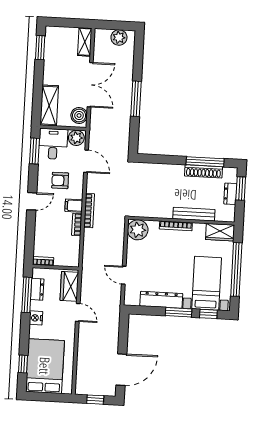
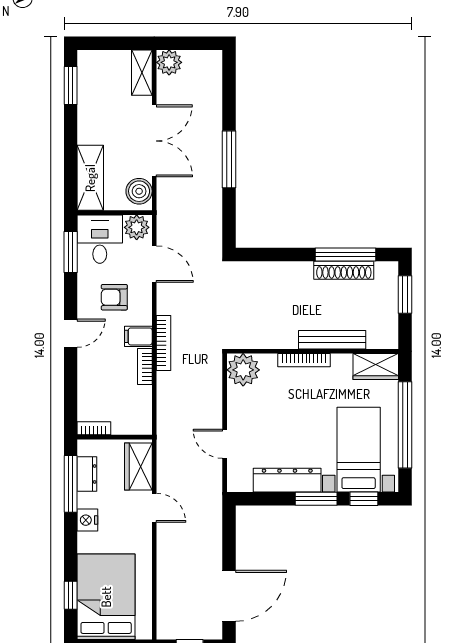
plant: (119, 37) -> (169, 62), moved
dresser: (230, 194) -> (389, 304), removed

